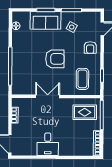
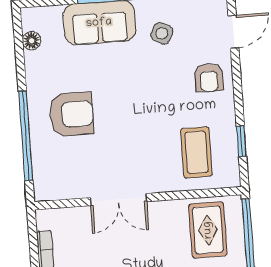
armchair: (55, 59) -> (71, 114), moved
double door: (48, 96) -> (118, 200), swing flipped
rug: (85, 112) -> (208, 230), turned 90

